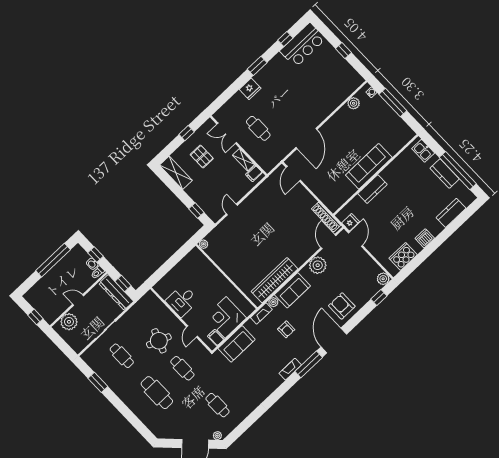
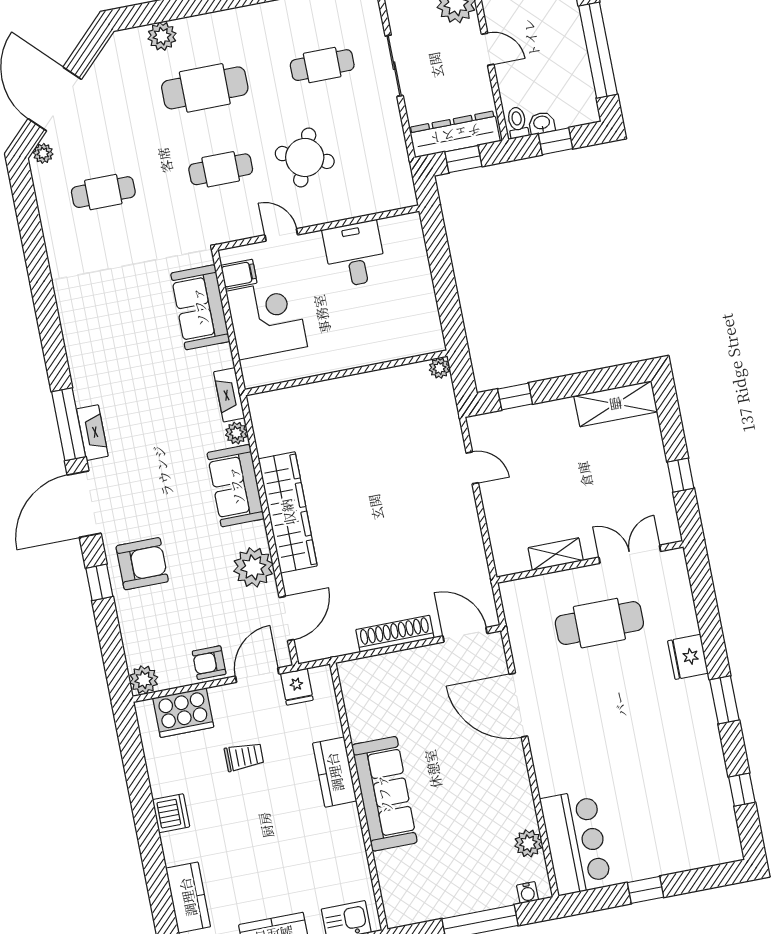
bar counter: (303, 45) -> (576, 842), moved, turned 180
cafe table: (258, 128) -> (599, 623), width x1.37, depth x1.35
pallet: (202, 157) -> (615, 476), removed
filing cabinet: (254, 174) -> (515, 557), removed
shoe rack: (326, 217) -> (395, 634), moved
trolley: (388, 225) -> (244, 757), added
door: (355, 239) -> (257, 675), swing flipped
door: (328, 242) -> (286, 619), hinge flipped
cooker: (403, 256) -> (183, 713), moved, turned 90
wardrobe: (275, 280) -> (288, 512), moved
window: (379, 297) -> (99, 582), moved
door: (78, 300) -> (488, 49), hinge flipped
armchair: (286, 329) -> (209, 663), moved
door: (334, 340) -> (84, 504), swing flipped
fireplace: (290, 369) -> (92, 433), moved
plant: (148, 420) -> (162, 36), added

